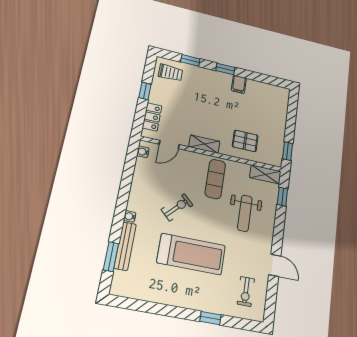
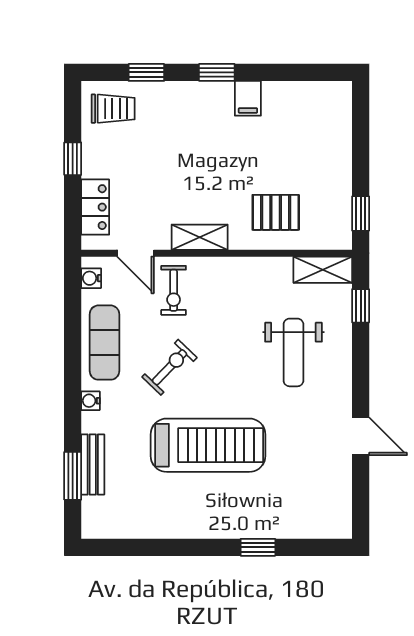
door: (169, 144) -> (135, 253), hinge flipped
exercise mat: (215, 179) -> (104, 343), moved
bench: (125, 246) -> (93, 464), width x0.73
exercise bike: (246, 291) -> (174, 290), moved

